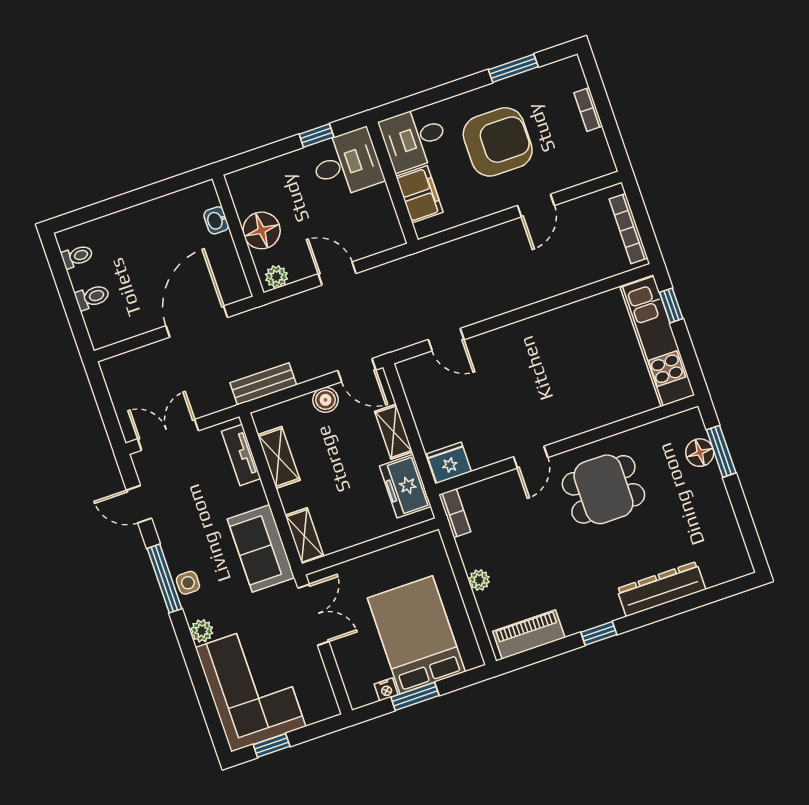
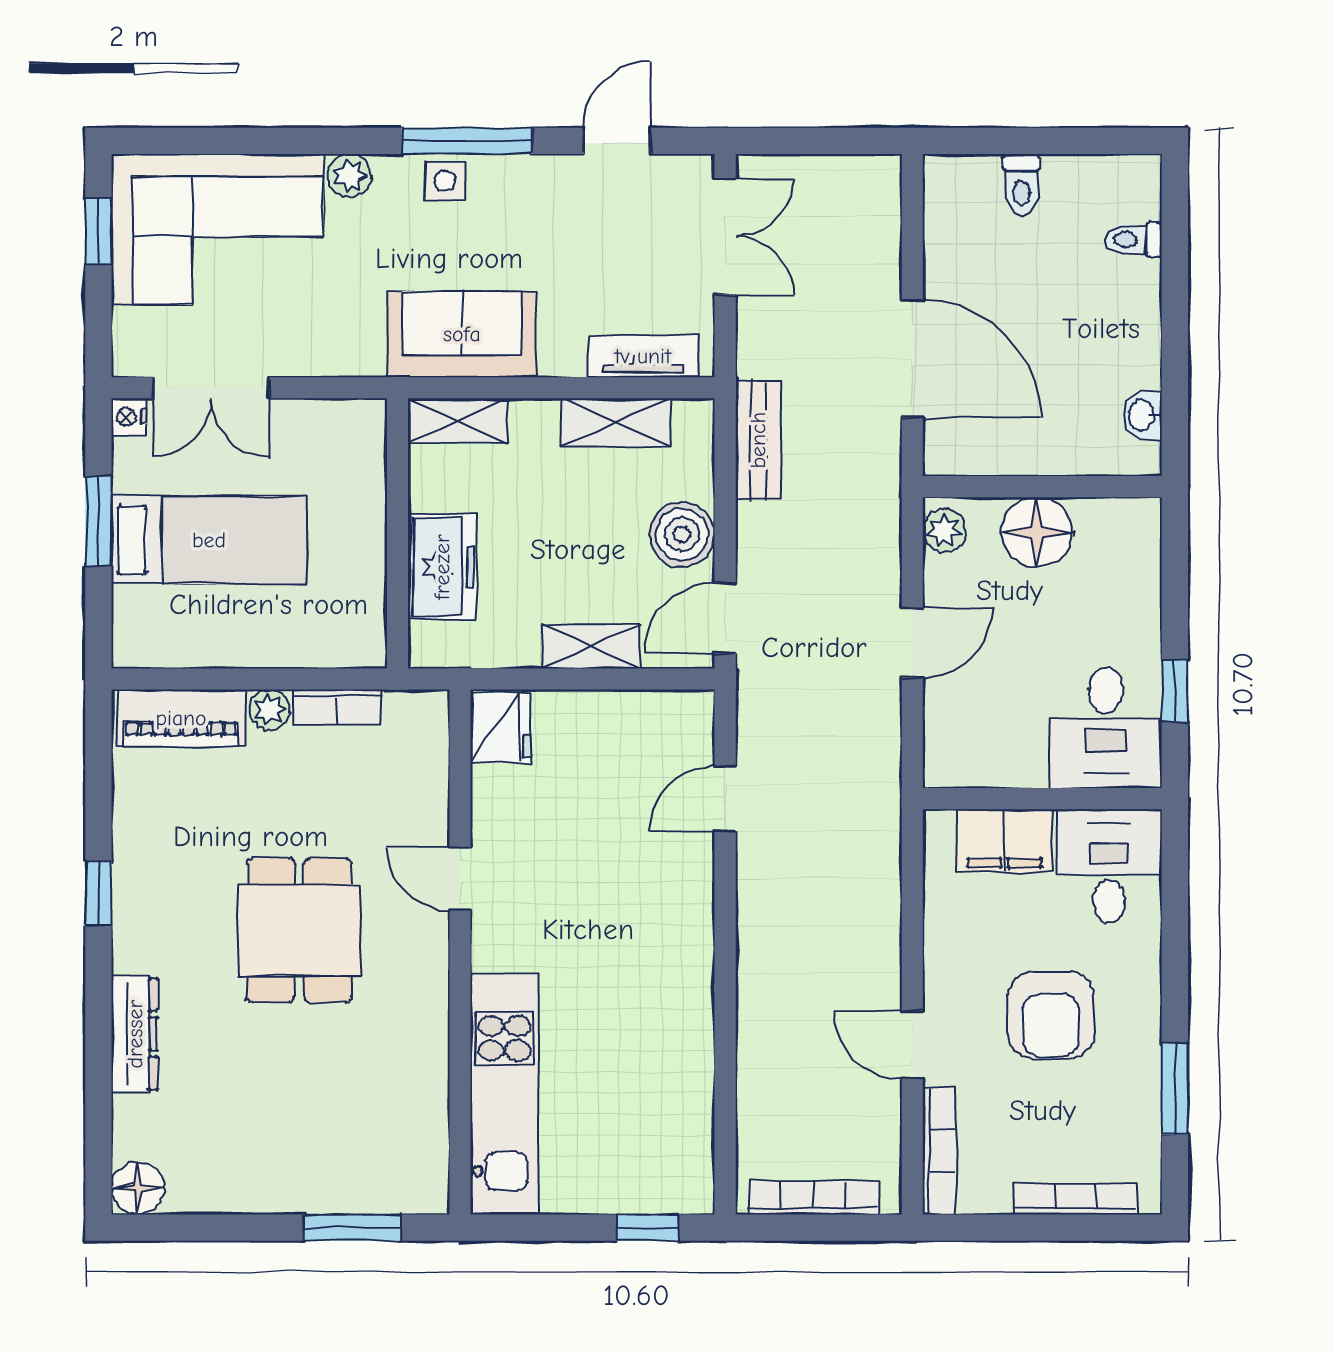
bookcase: (588, 109) -> (1076, 1199), width x1.56
armchair: (498, 142) -> (1051, 1015), width x0.73, depth x0.73
bookcase: (584, 174) -> (939, 1151), added
washbasin: (216, 220) -> (1142, 415), moved, turned -90
toilet: (77, 256) -> (1133, 239), moved, turned 90
kitchen unit: (658, 341) -> (504, 1094), moved, turned 90
boiler: (325, 400) -> (682, 534), width x1.36, depth x1.36
floor lamp: (700, 453) -> (138, 1188), moved
freezer: (405, 486) -> (442, 567), moved, turned 90
dining table: (603, 489) -> (299, 930), moved
bookcase: (455, 513) -> (338, 707), moved
dresser: (661, 589) -> (135, 1034), width x0.73, depth x0.80
double door: (313, 615) -> (211, 388), moved
piano: (529, 634) -> (181, 718), moved, turned 90
bed: (416, 635) -> (209, 540), width x0.67
nightstand: (386, 689) -> (129, 417), moved

